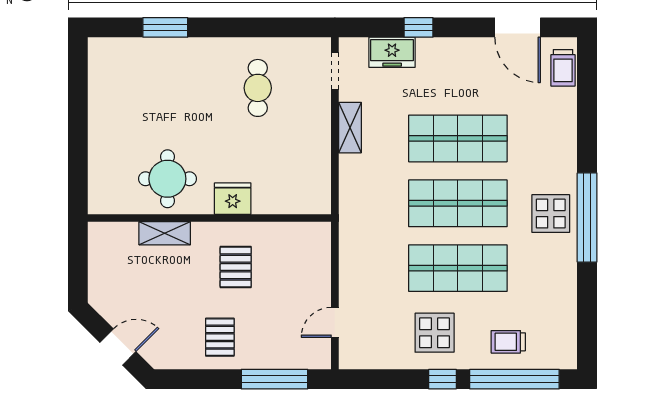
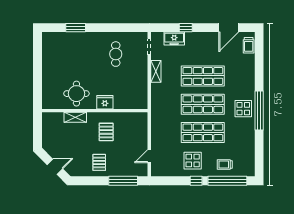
door: (518, 27) -> (229, 28), hinge flipped

